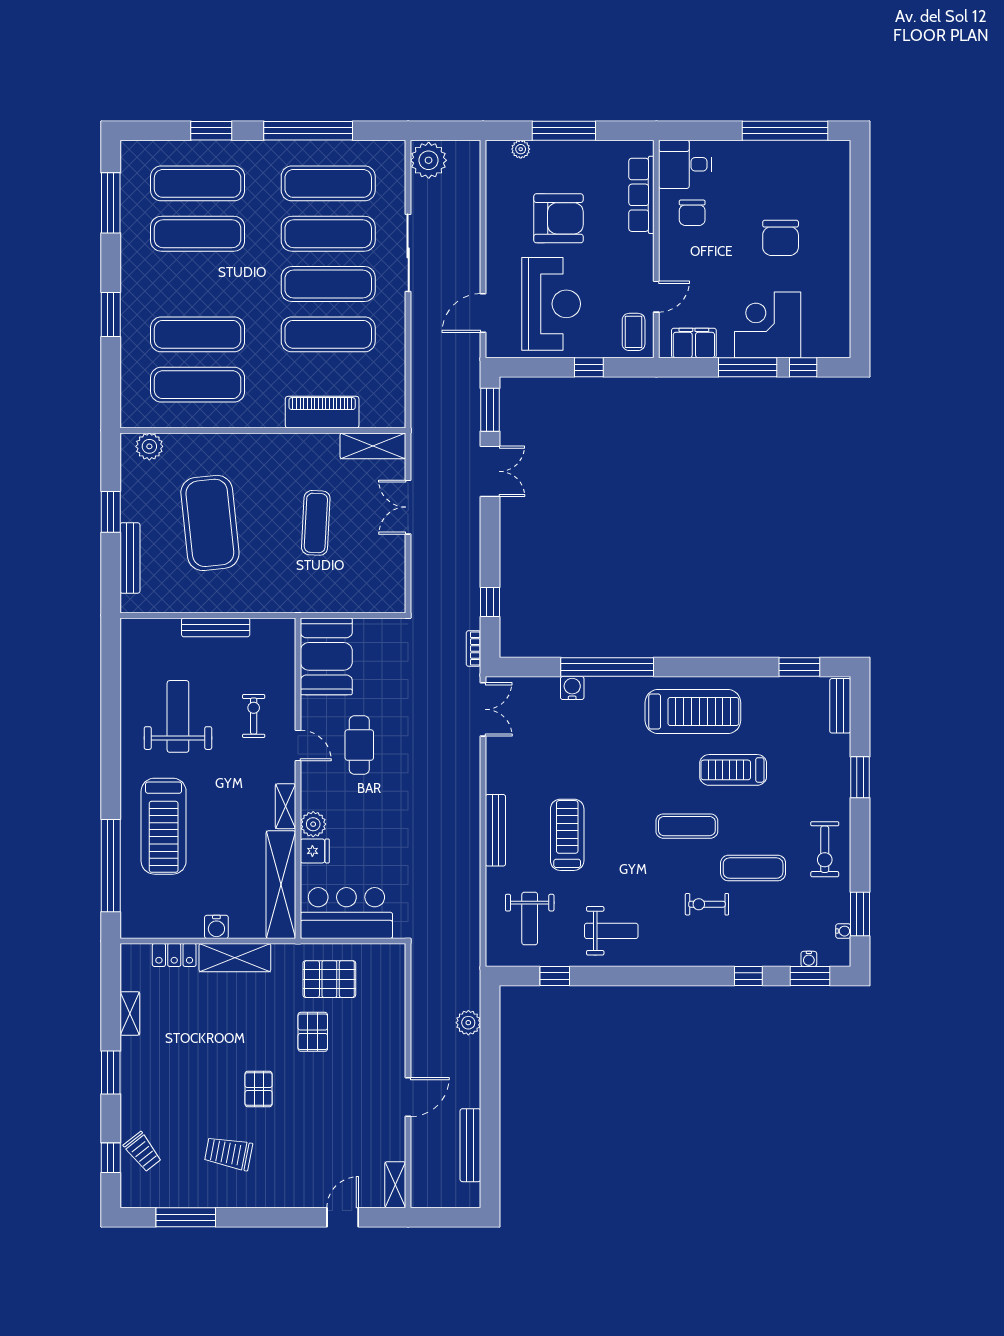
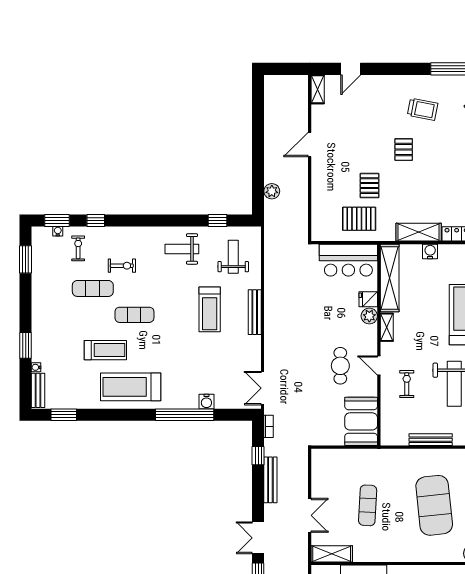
exercise bike: (254, 716) -> (407, 384), turned 180
exercise bike: (825, 849) -> (78, 248), moved, width x0.73, depth x0.72
water cooler: (843, 931) -> (36, 367), moved
bench: (470, 1145) -> (270, 480), moved

